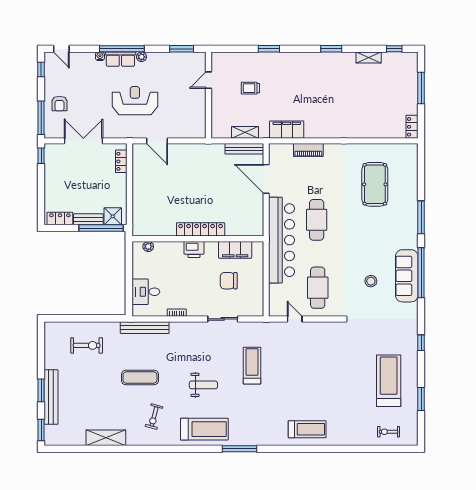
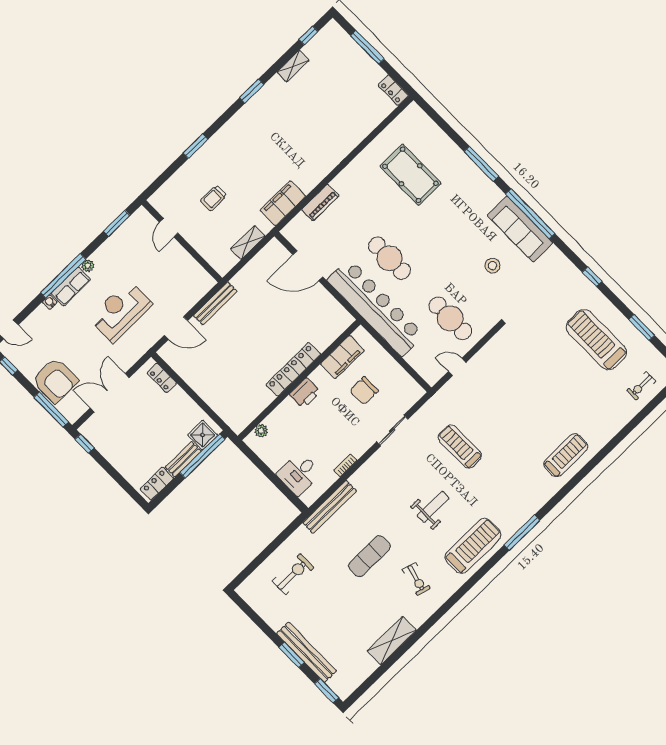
armchair: (60, 104) -> (55, 380), width x1.88, depth x1.88
bench: (244, 149) -> (215, 303), moved

